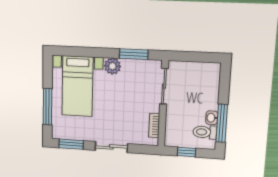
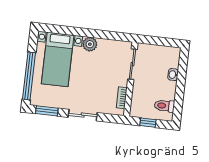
window: (134, 54) -> (109, 35), removed
window: (48, 107) -> (29, 76), width x1.46
washbasin: (212, 118) -> (173, 75), moved
window: (222, 123) -> (179, 99), removed

